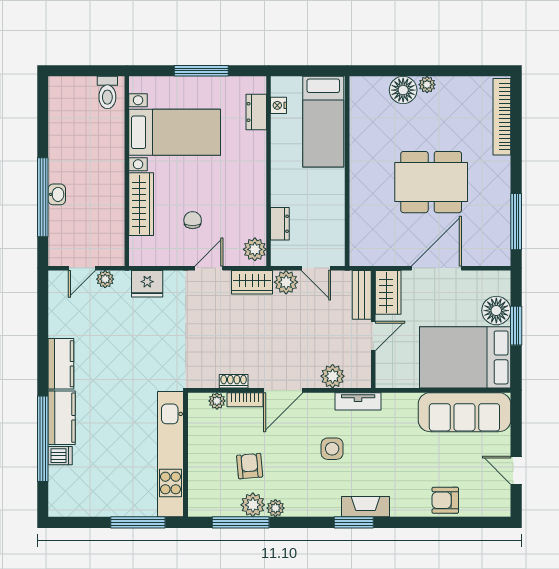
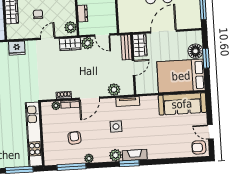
armchair: (445, 500) -> (199, 147), moved
plant: (253, 505) -> (115, 155), moved

